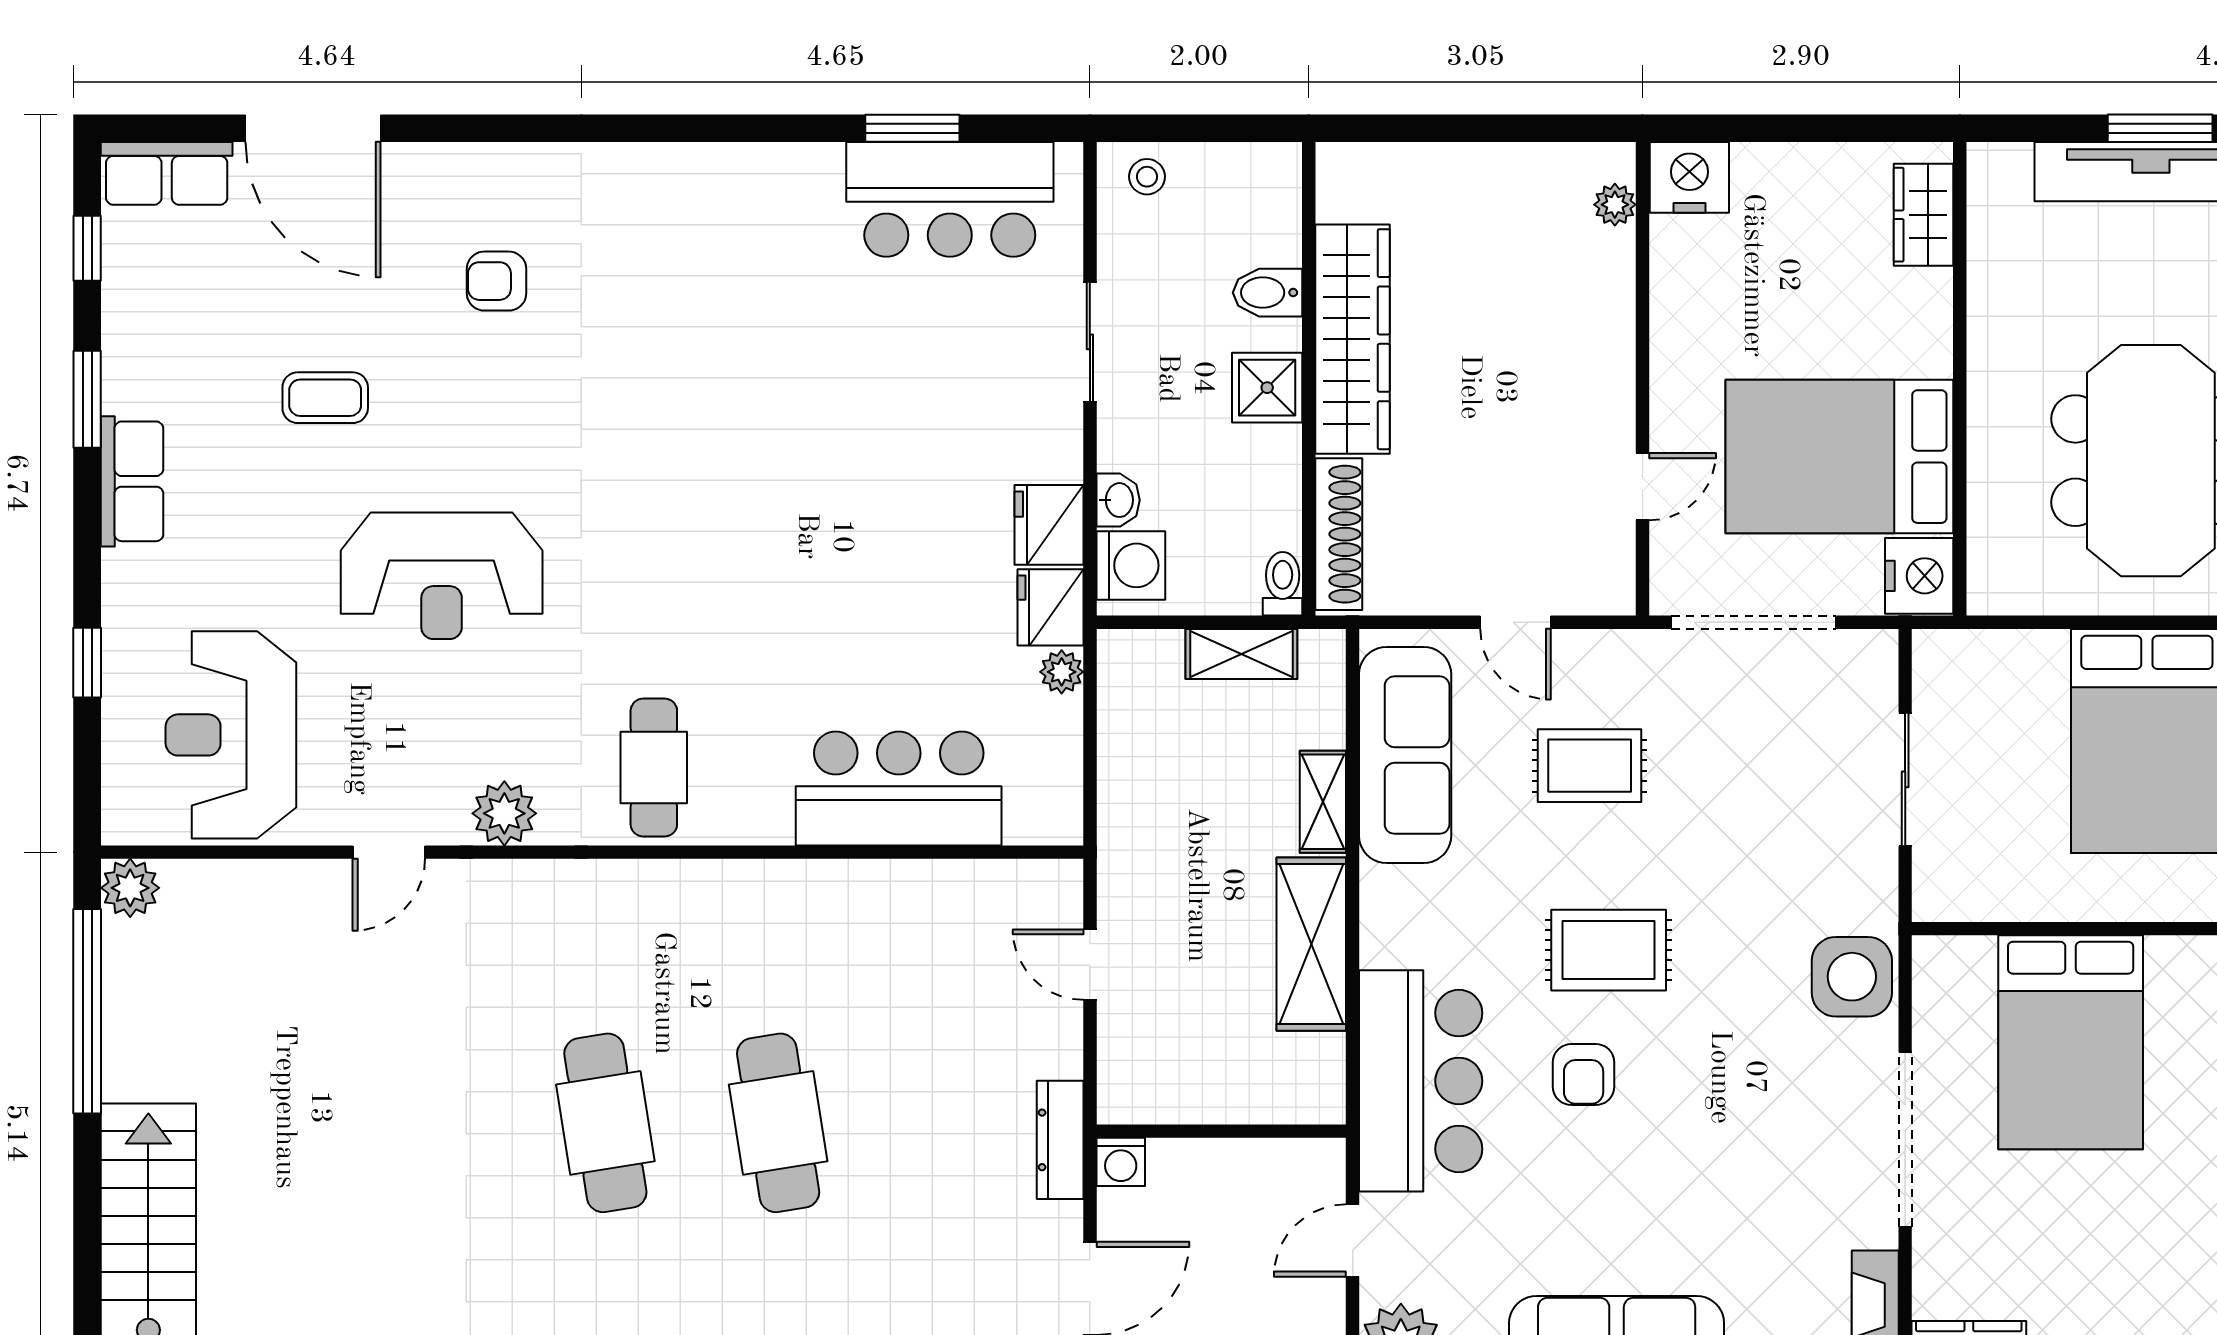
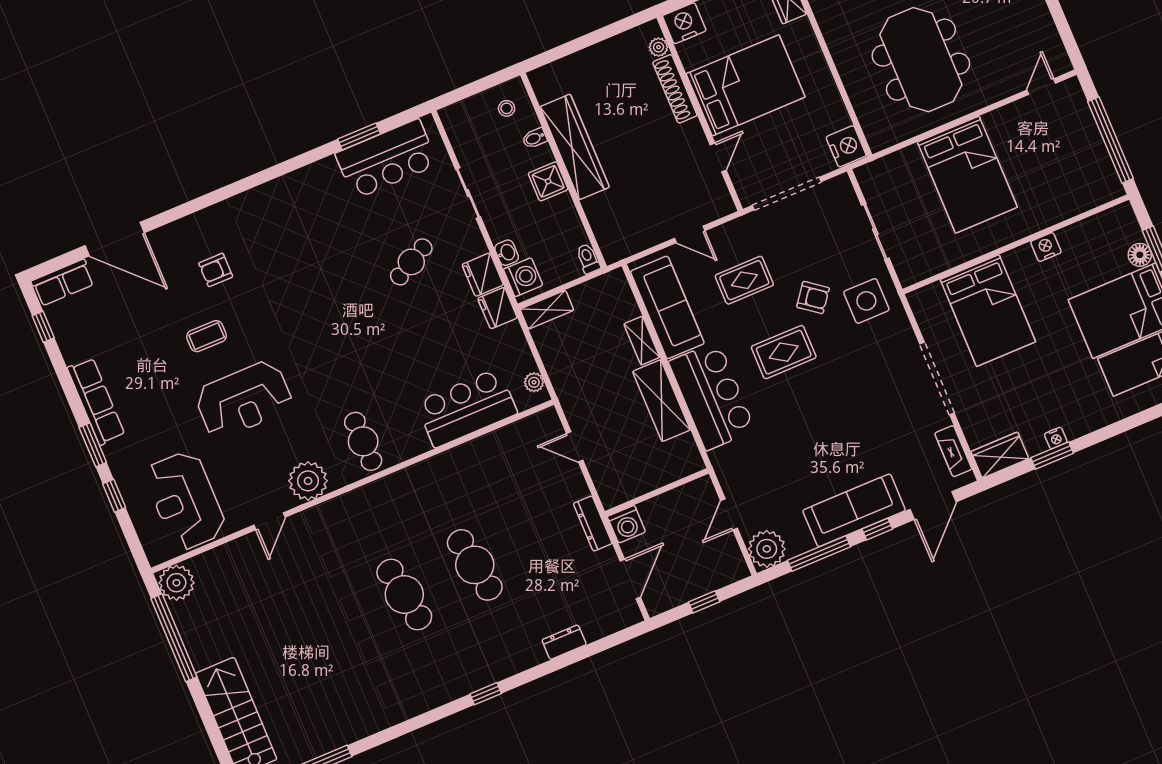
stool: (1147, 177) -> (507, 108), moved
bidet: (1267, 293) -> (535, 138), width x0.72, depth x0.74
coffee table: (325, 398) -> (207, 336), moved
window: (87, 399) -> (93, 445), moved
cafe table: (911, 436) -> (411, 262), added
bed: (1839, 457) -> (746, 85), moved, turned 180
row of seats: (132, 481) -> (96, 401), width x1.48
shoe rack: (1339, 534) -> (675, 89), moved, turned 180
shelving: (1241, 654) -> (547, 310), moved
plant: (1062, 672) -> (534, 382), moved
plant: (504, 813) -> (308, 481), width x1.36, depth x1.36
plant: (130, 888) -> (176, 583), width x1.36, depth x1.36
side table: (1852, 977) -> (866, 301), moved
armchair: (1584, 1075) -> (813, 297), moved, turned -53
bar counter: (1421, 1081) -> (712, 396), moved
washing machine: (1121, 1162) -> (626, 524), width x1.38, depth x1.38

